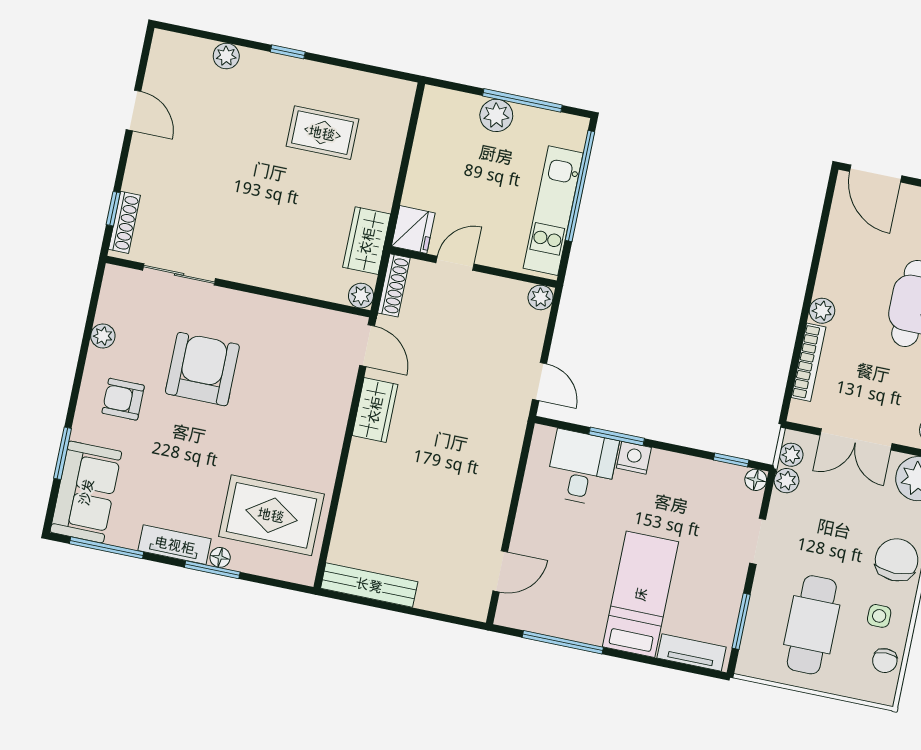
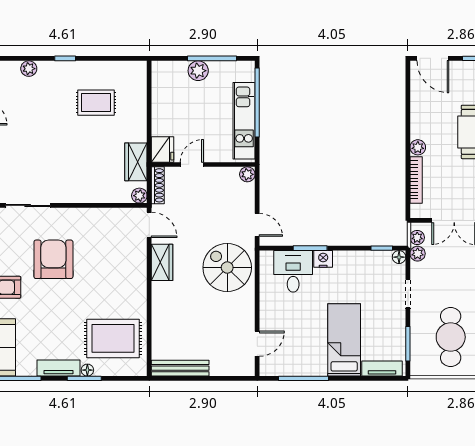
spiral stairs: (478, 440) -> (227, 268), added

